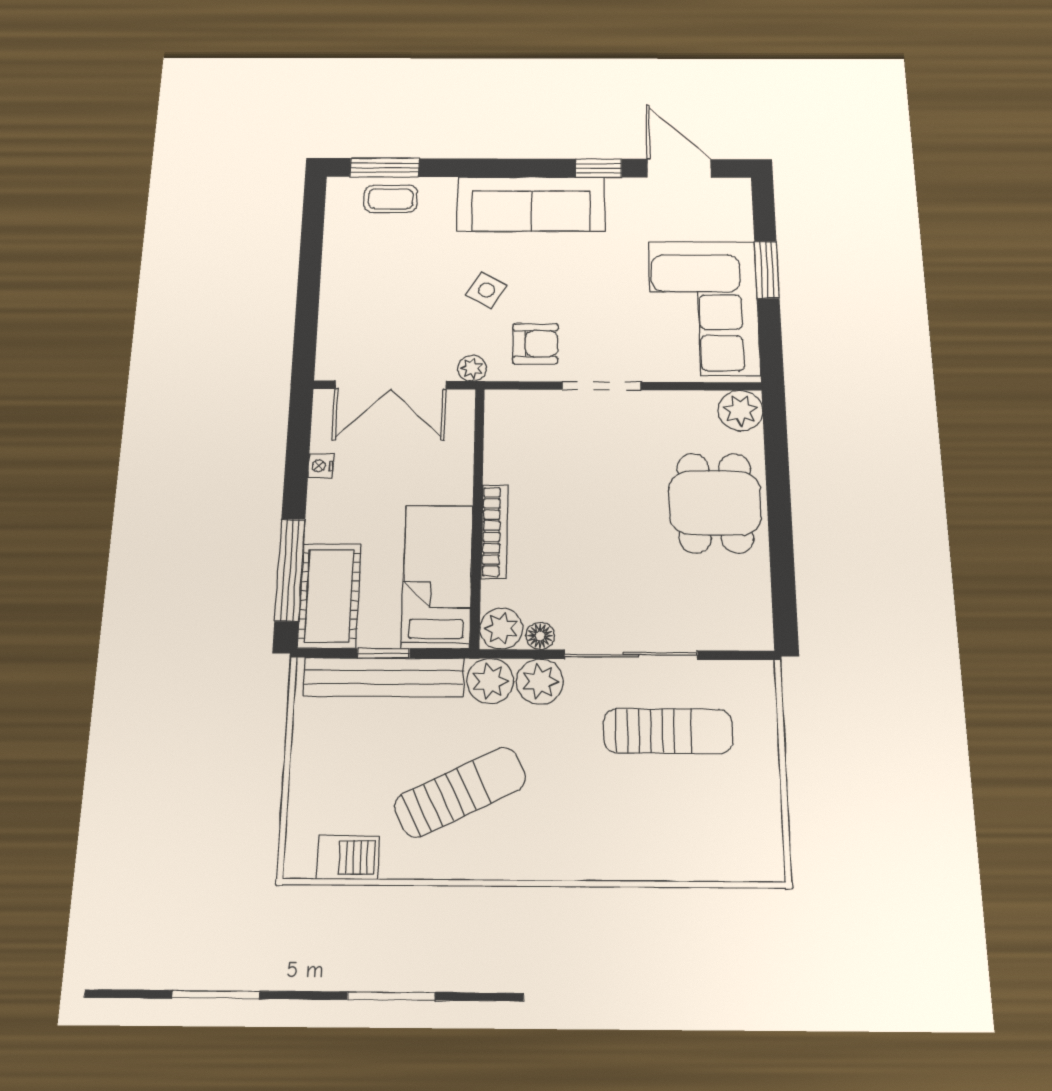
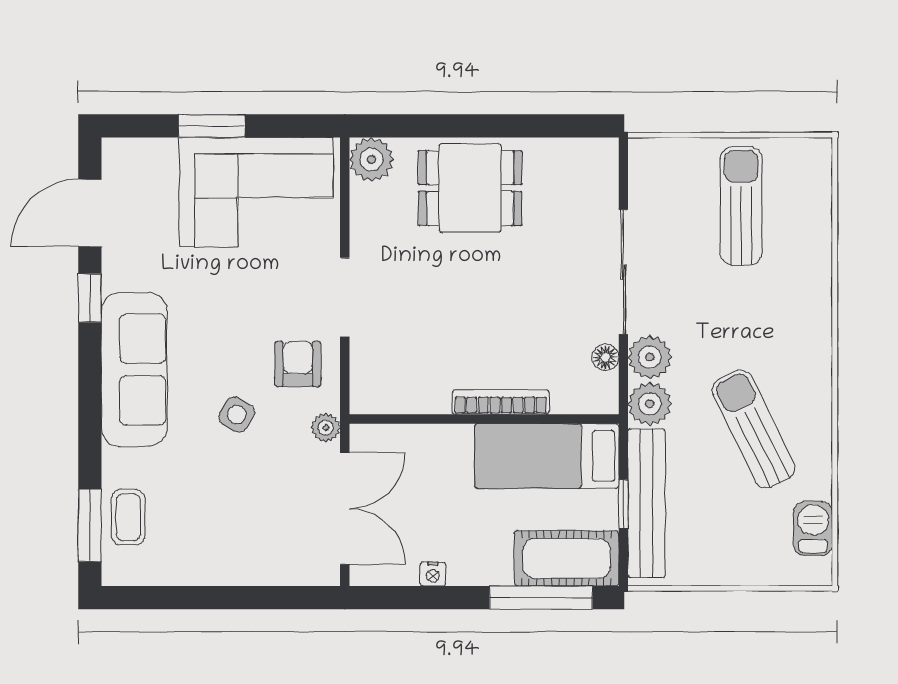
plant: (501, 628) -> (598, 394), removed
sun lounger: (668, 731) -> (741, 206), moved

